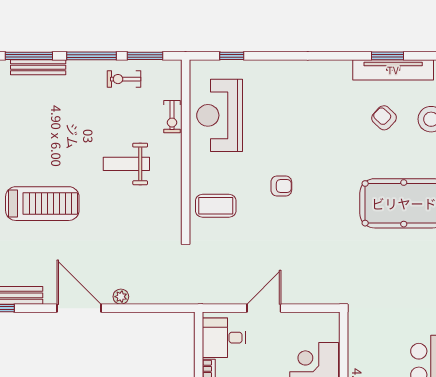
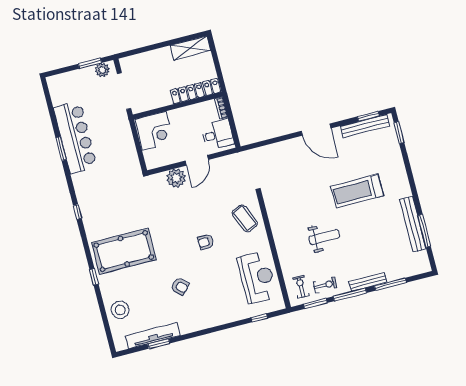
bench: (38, 67) -> (368, 282), moved
exercise bike: (172, 117) -> (301, 287), moved
armchair: (384, 118) -> (180, 286), moved
weight bench: (126, 164) -> (324, 237), moved
coffee table: (216, 206) -> (245, 218), turned 66
plant: (121, 297) -> (176, 178), moved, width x1.88, depth x1.88

